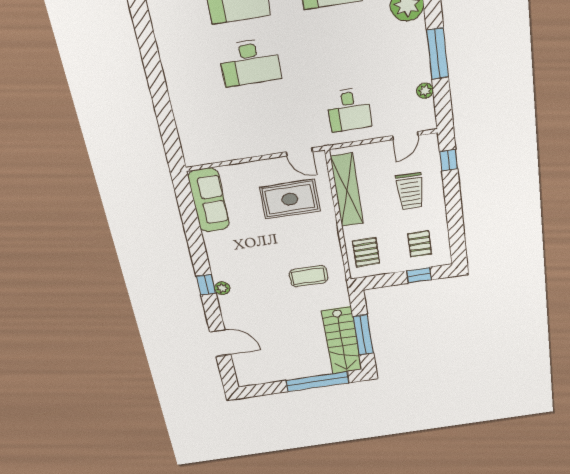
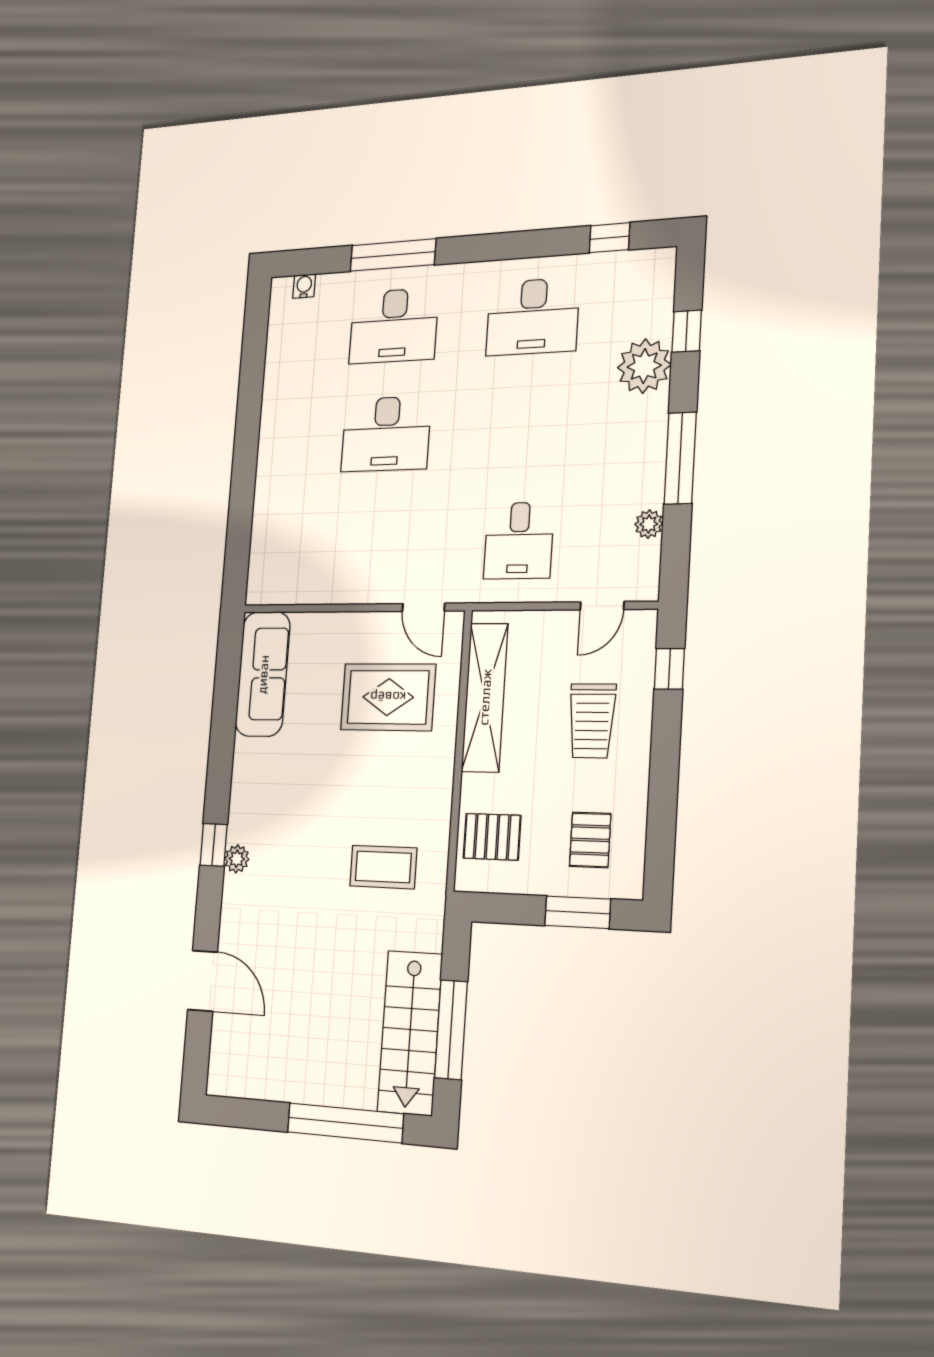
pallet: (366, 252) -> (492, 837), turned 90
window: (419, 275) -> (578, 912), width x1.50

